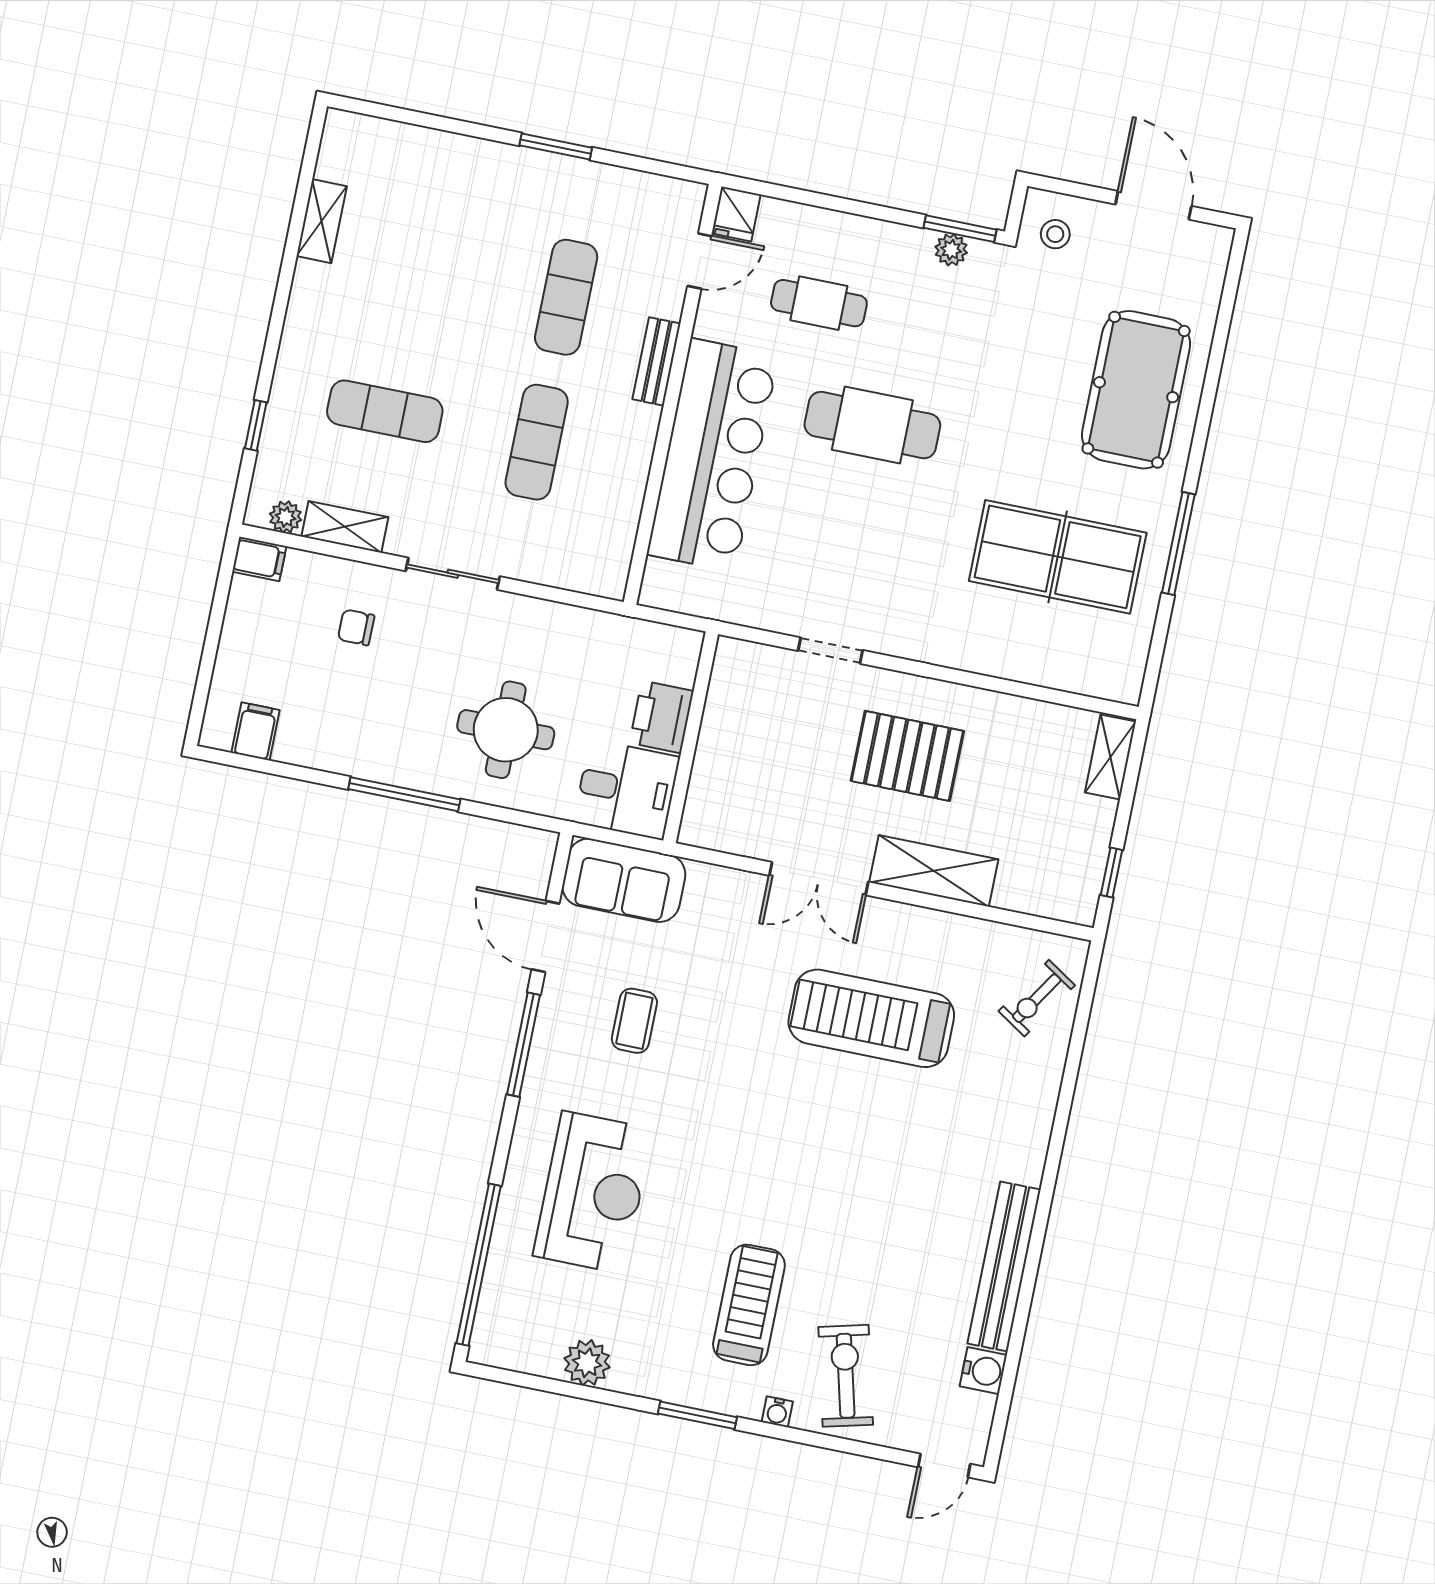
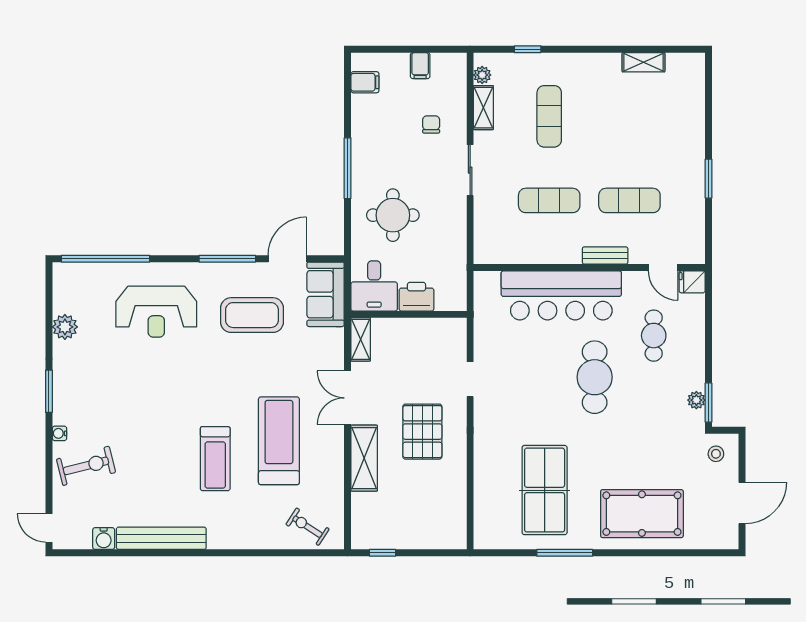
filing cabinet: (259, 559) -> (420, 66), moved
shelving: (1110, 757) -> (361, 339), moved, turned 90
coffee table: (634, 1021) -> (252, 315), width x1.86, depth x1.72
treadmill: (749, 1305) -> (215, 459), moved, turned 90

